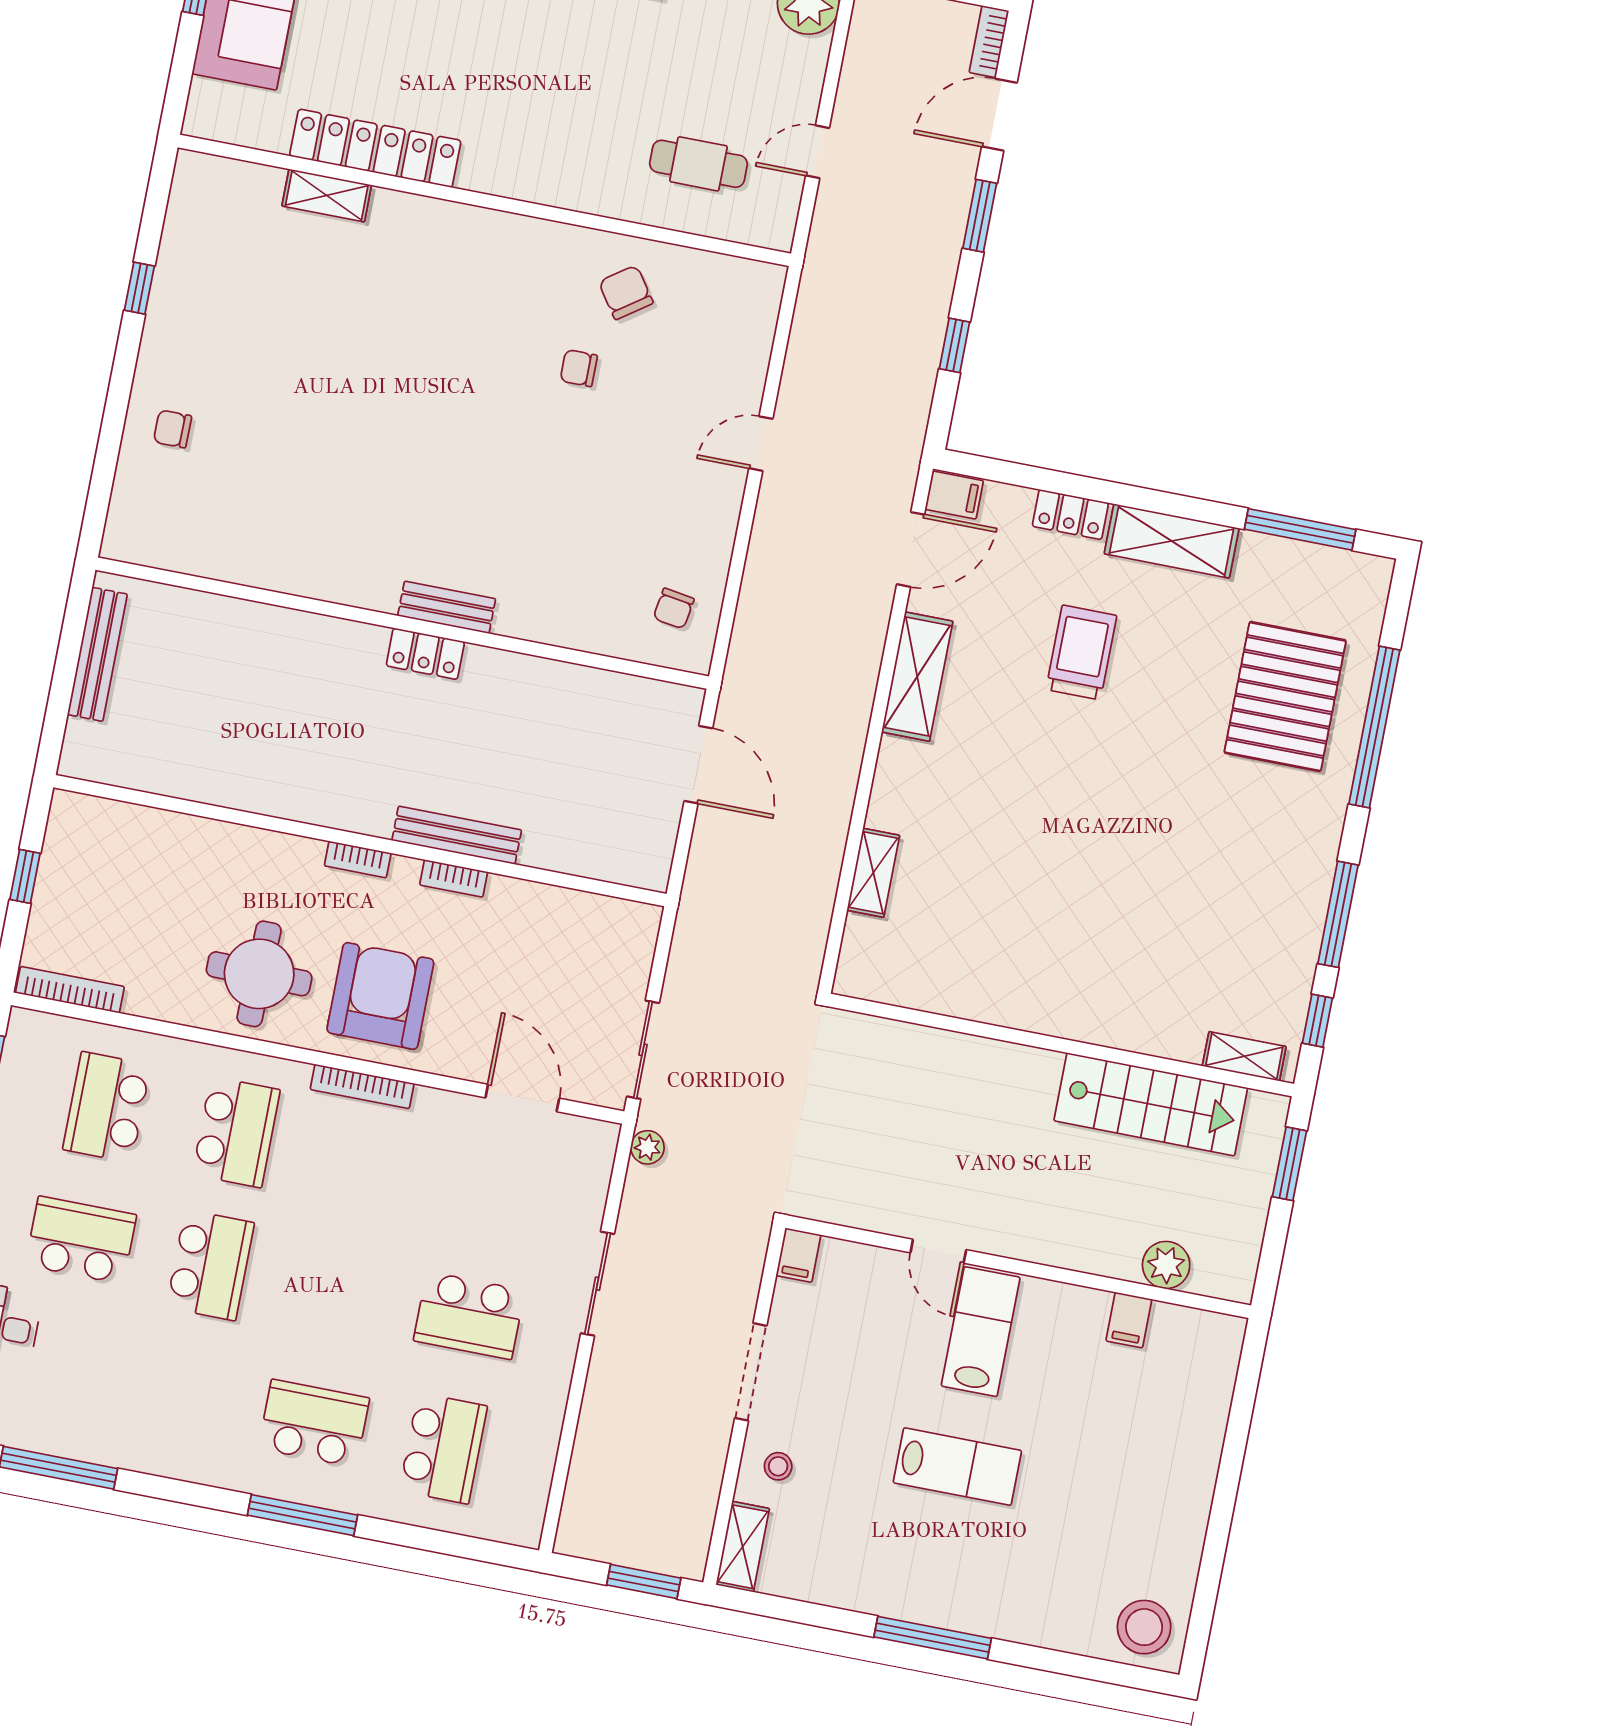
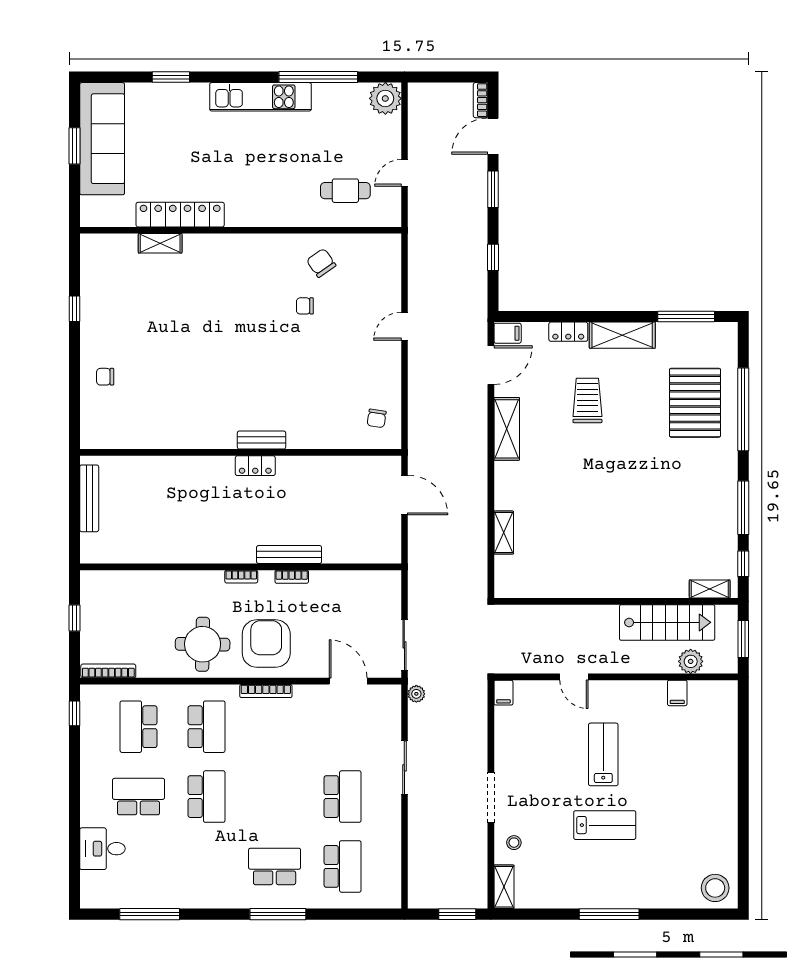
door: (938, 1251) -> (574, 677), moved
filing cabinet: (798, 1255) -> (503, 693), moved
plant: (1166, 1265) -> (691, 661), moved
wall: (1018, 1267) -> (616, 677), moved
school desk: (469, 1315) -> (343, 797), turned -90
filing cabinet: (1129, 1320) -> (677, 693), moved

